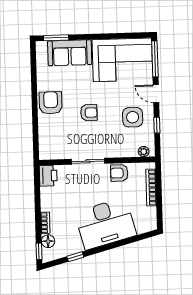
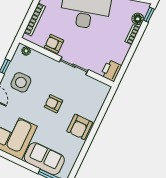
armchair: (119, 173) -> (54, 44), turned 180

